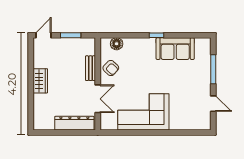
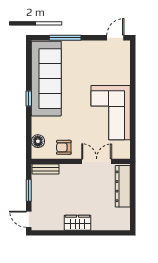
sofa: (175, 49) -> (46, 79), width x1.85, depth x1.27
bench: (90, 68) -> (46, 169), moved
armchair: (111, 68) -> (64, 147), turned -133
door: (213, 104) -> (115, 38), moved

